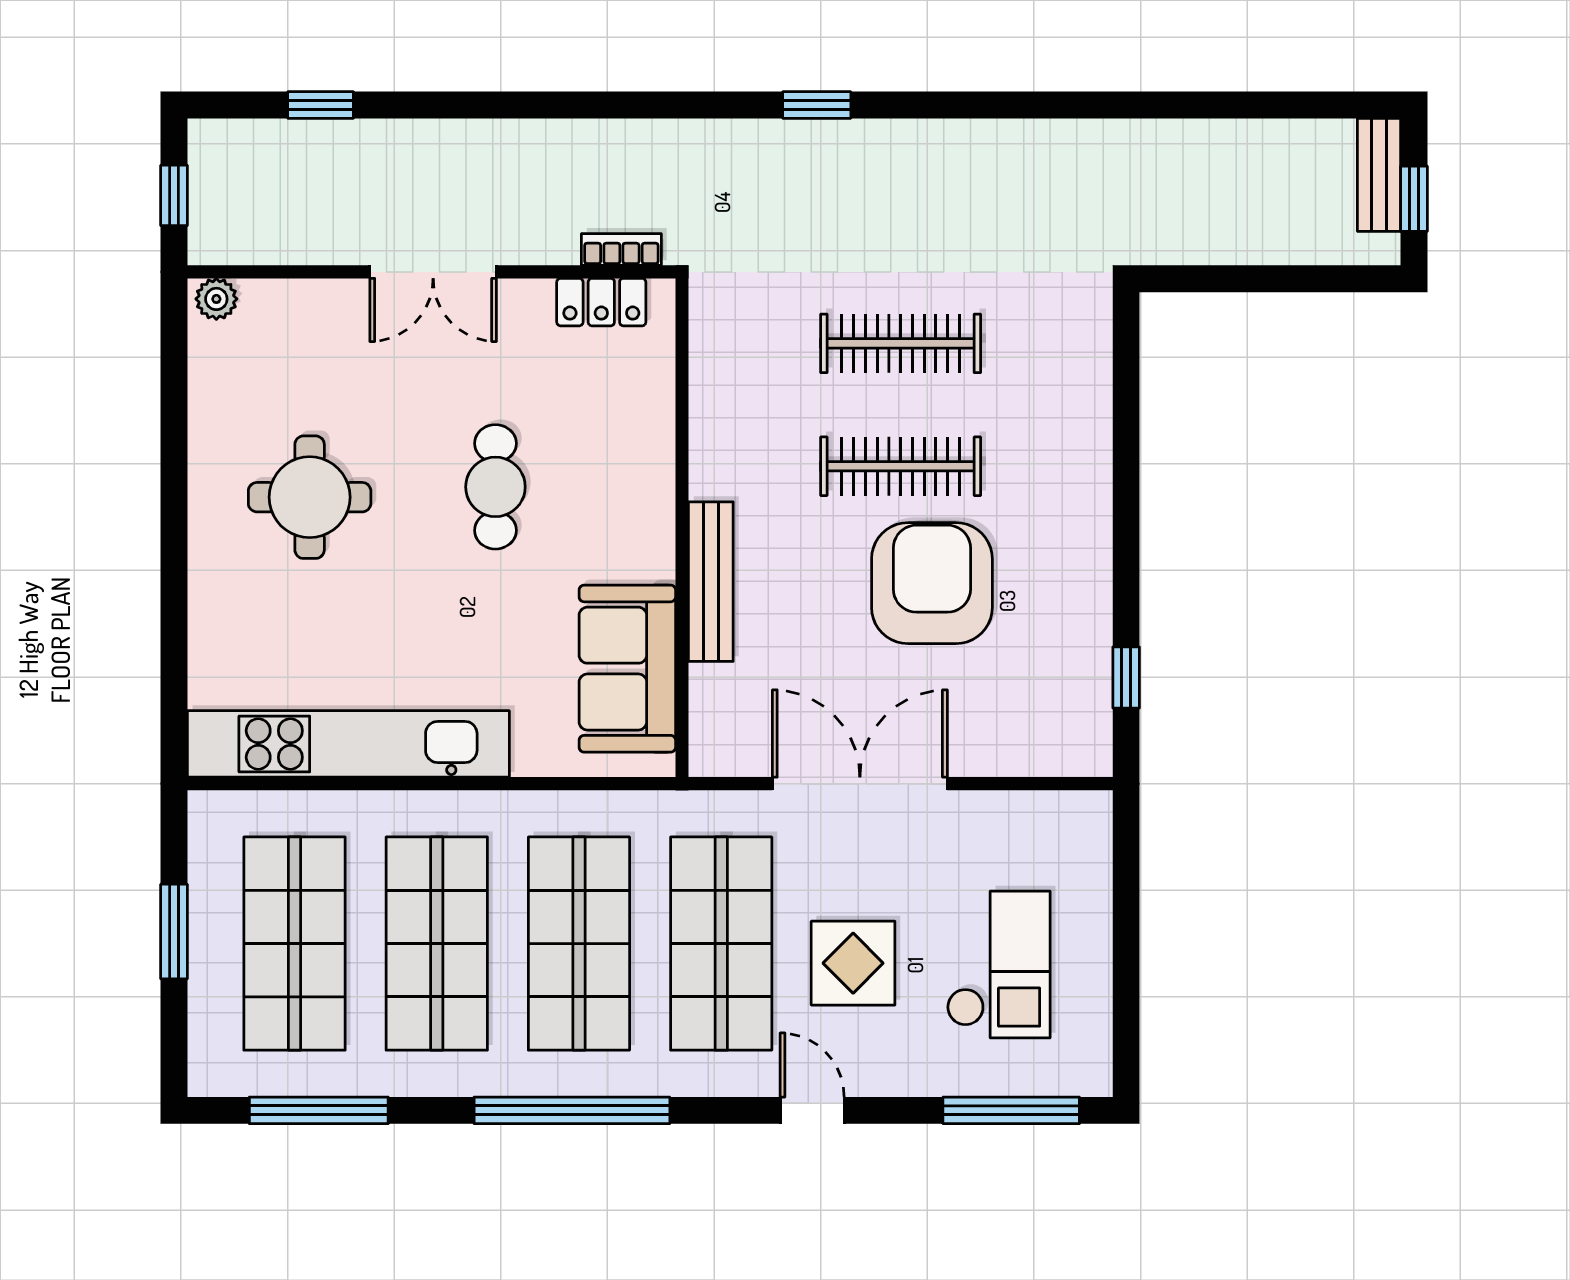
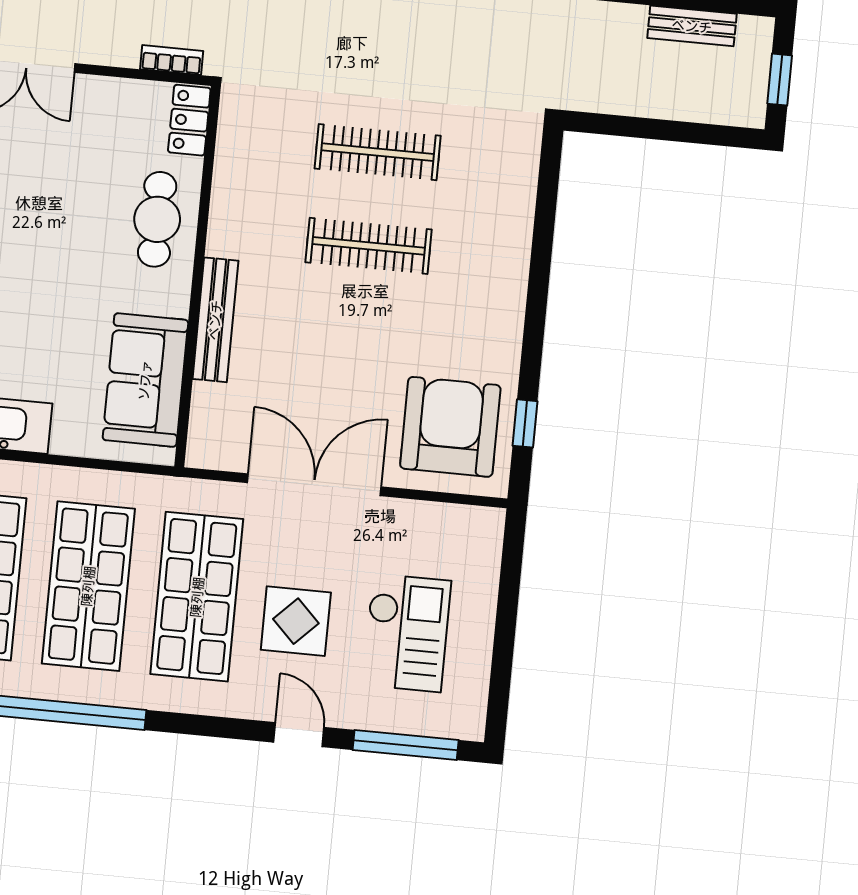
bench: (1379, 175) -> (692, 26), moved, turned 90
locker: (601, 302) -> (189, 120), moved, turned 90
cafe table: (495, 487) -> (157, 219), moved
armchair: (932, 583) -> (450, 427), moved
door: (812, 1110) -> (299, 735), moved

